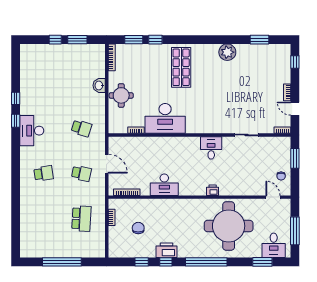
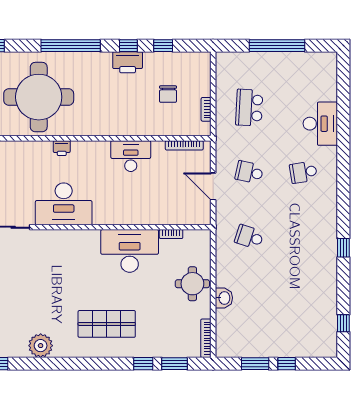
shop shelf: (181, 67) -> (107, 324), turned 90
window: (16, 98) -> (343, 323), moved
desk: (32, 131) -> (320, 124), moved
desk: (211, 148) -> (64, 204), width x1.87, depth x1.30

